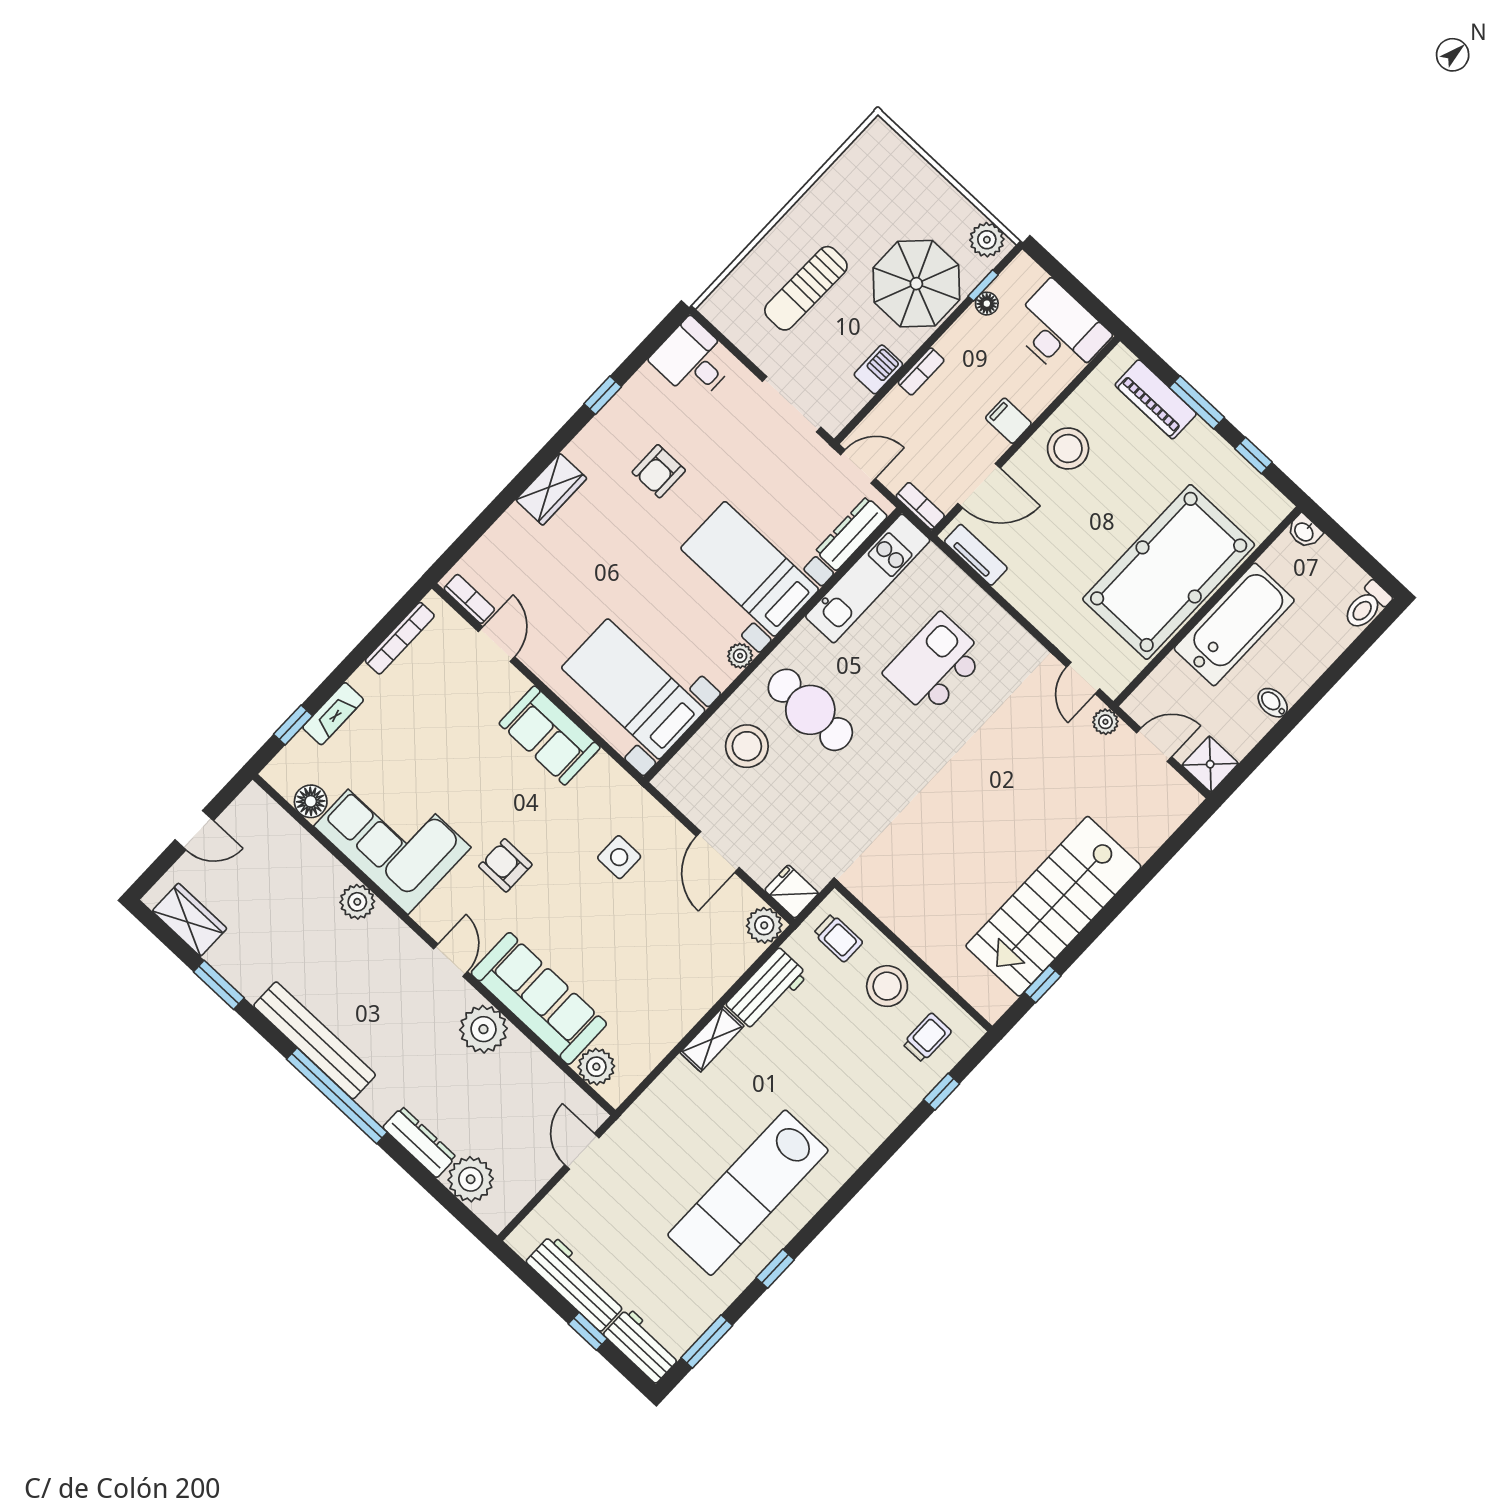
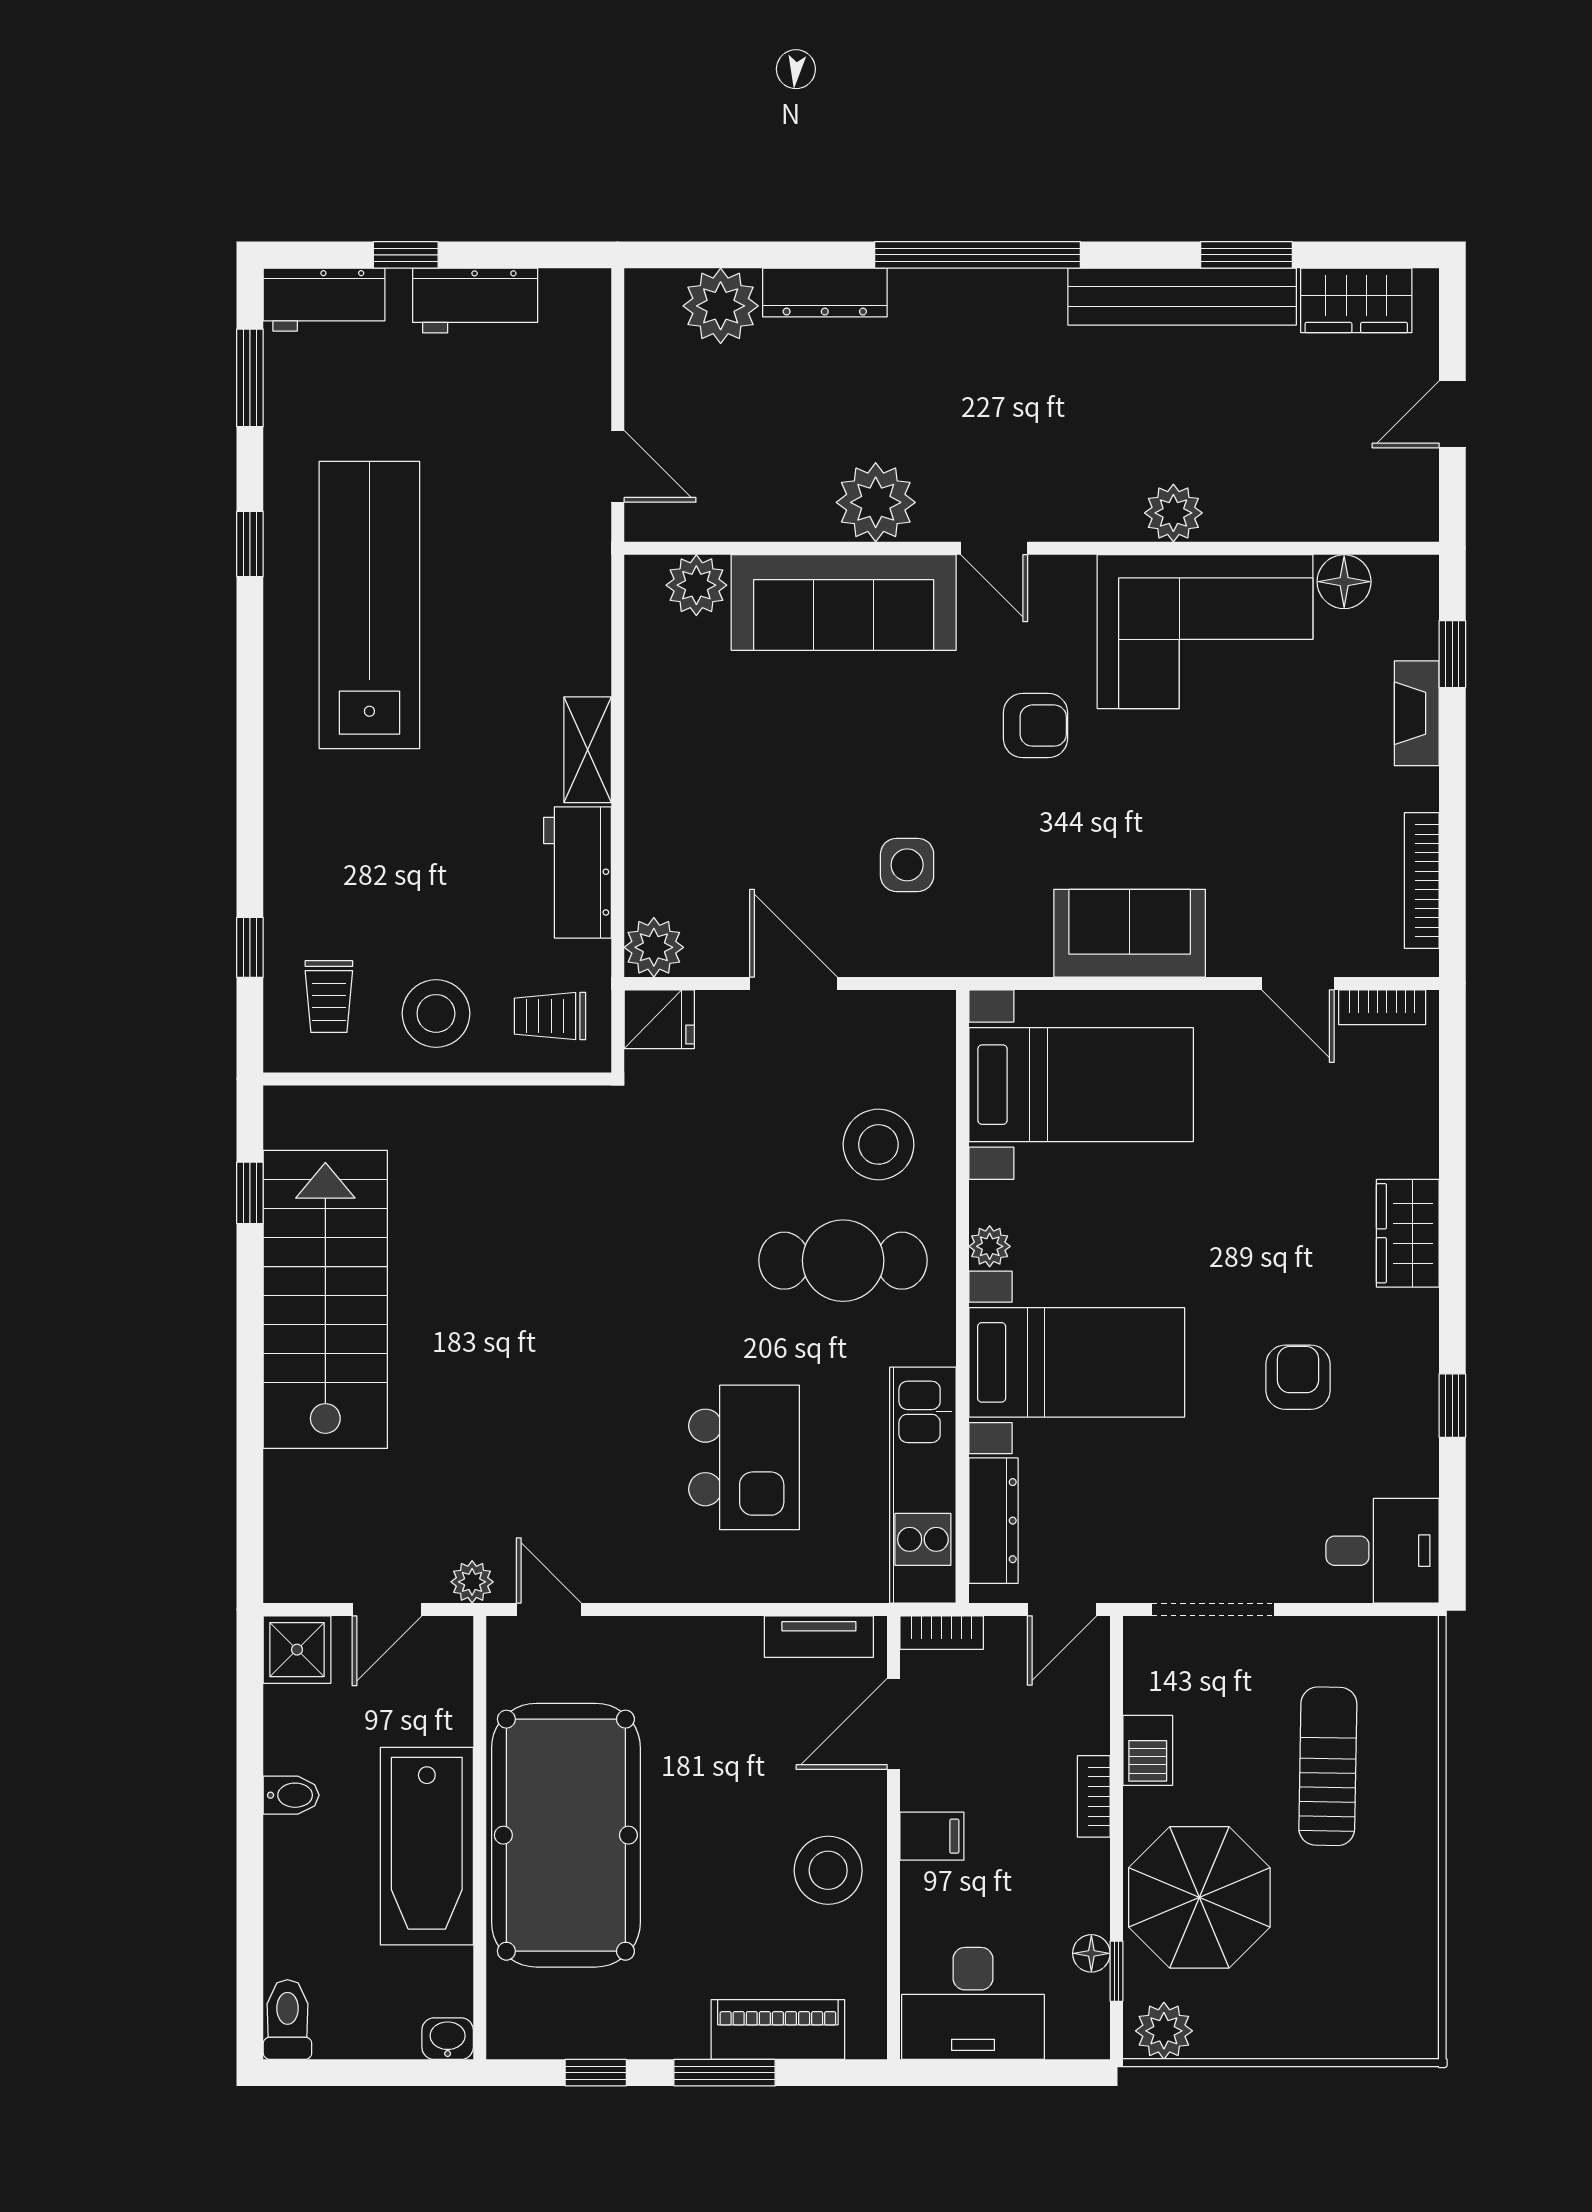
bench: (315, 1040) -> (1182, 297), moved
workbench: (576, 1283) -> (475, 300), width x0.73

